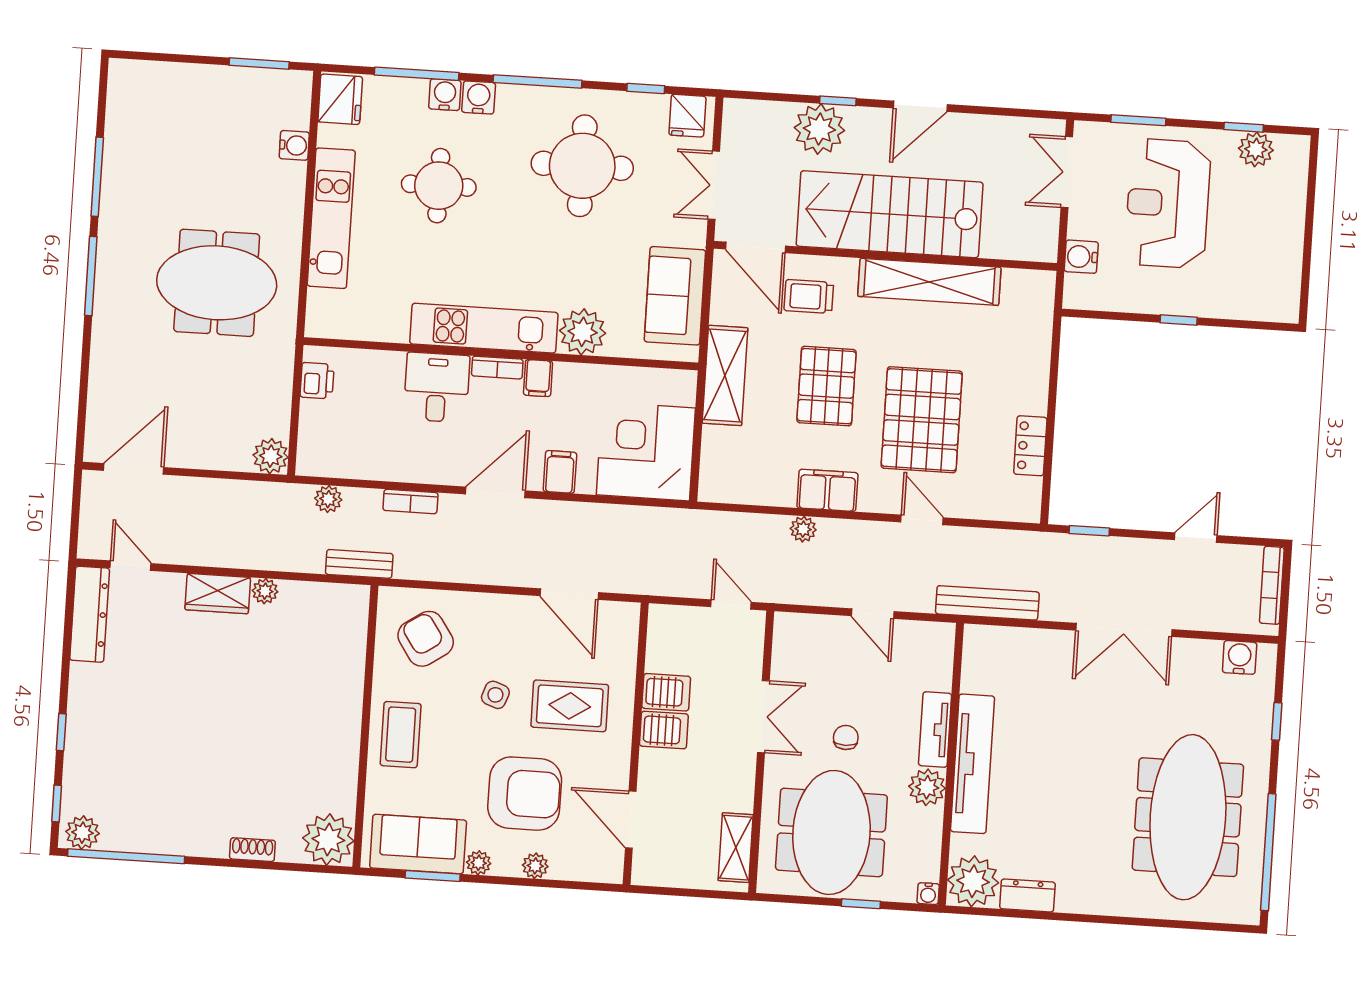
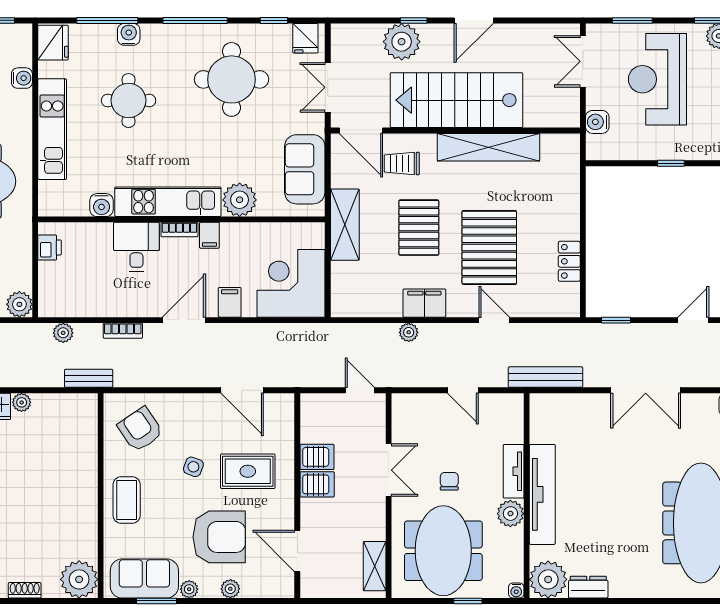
water cooler: (479, 98) -> (102, 205), moved, turned 180

